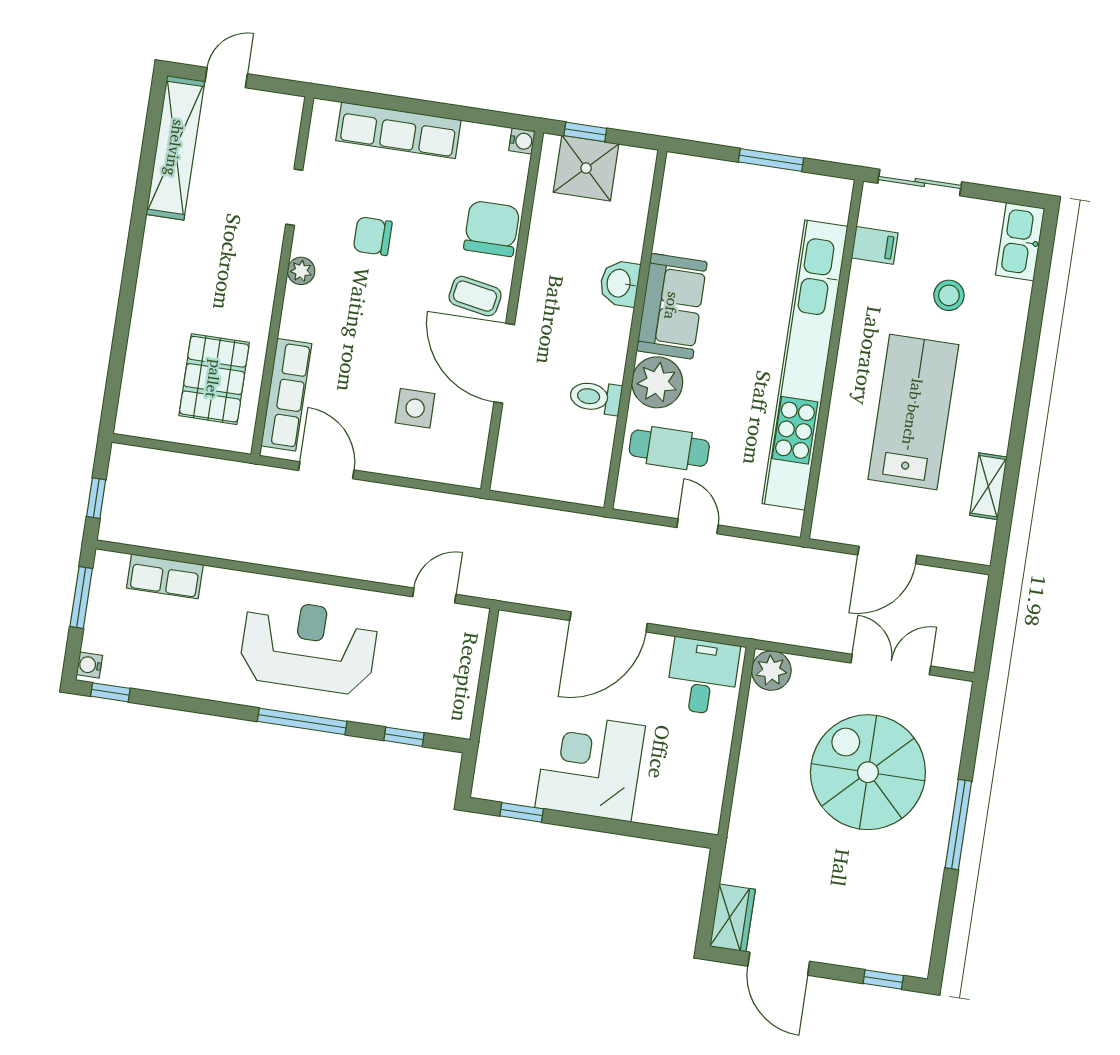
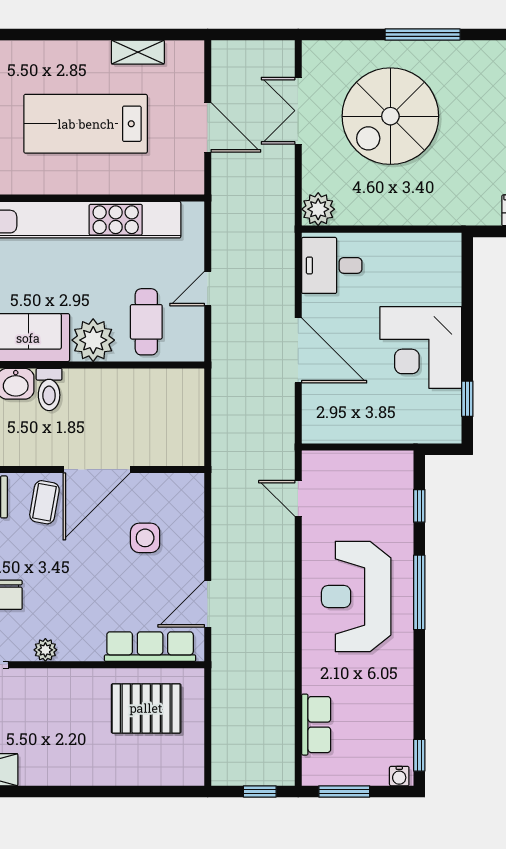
toilet: (596, 397) -> (49, 389), moved

